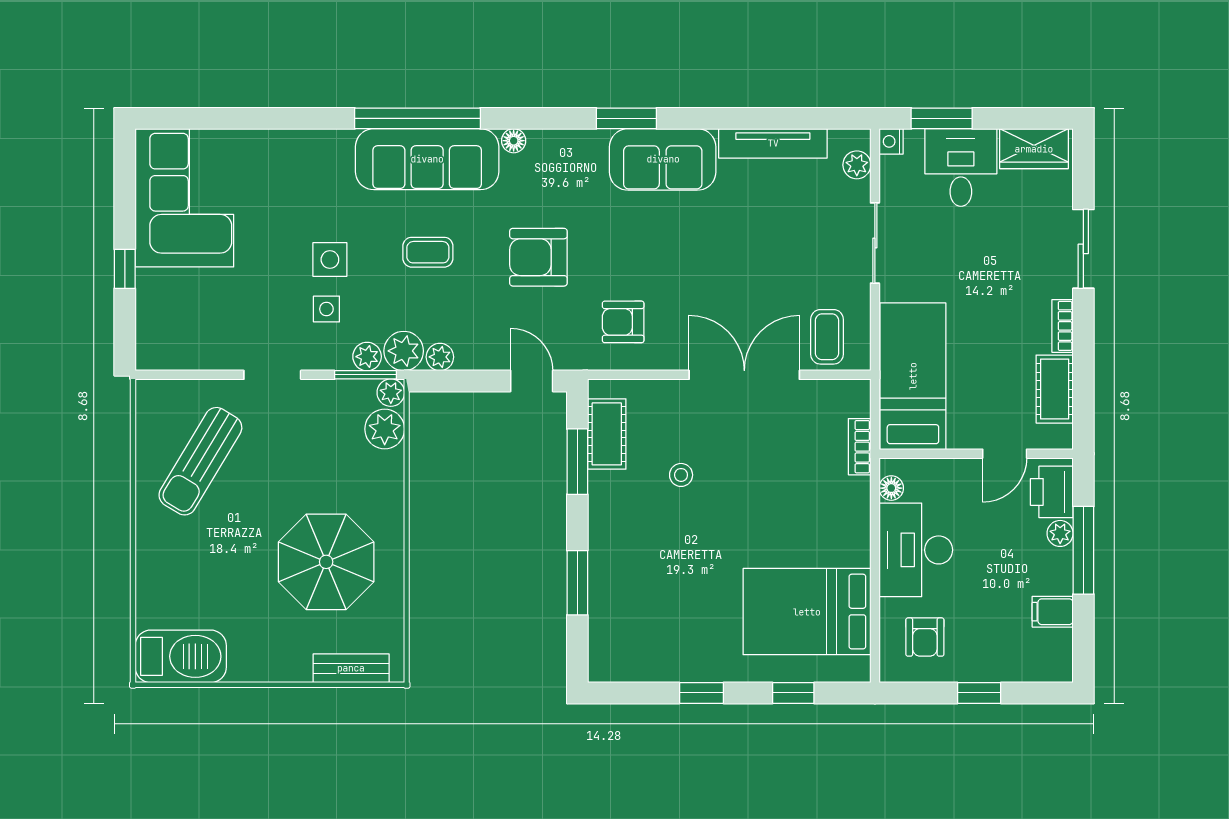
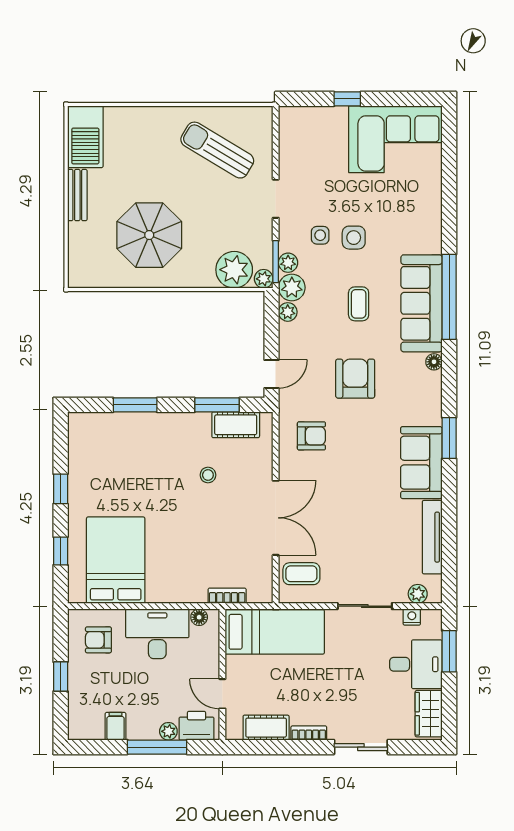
nightstand: (891, 141) -> (412, 617), moved
armchair: (623, 322) -> (311, 436), turned 90
plant: (385, 429) -> (234, 270), width x1.36, depth x1.36
bench: (351, 668) -> (77, 195), moved

